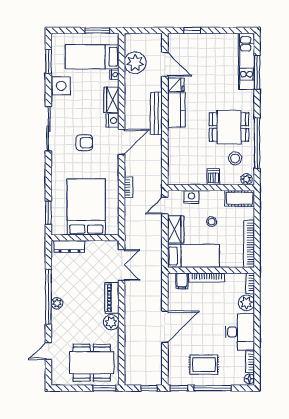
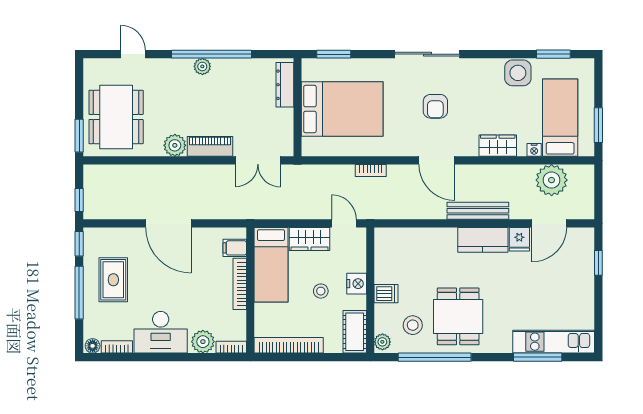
nightstand: (113, 121) -> (468, 147), removed
sliding door: (48, 129) -> (427, 54), moved
nightstand: (191, 197) -> (357, 284), moved

